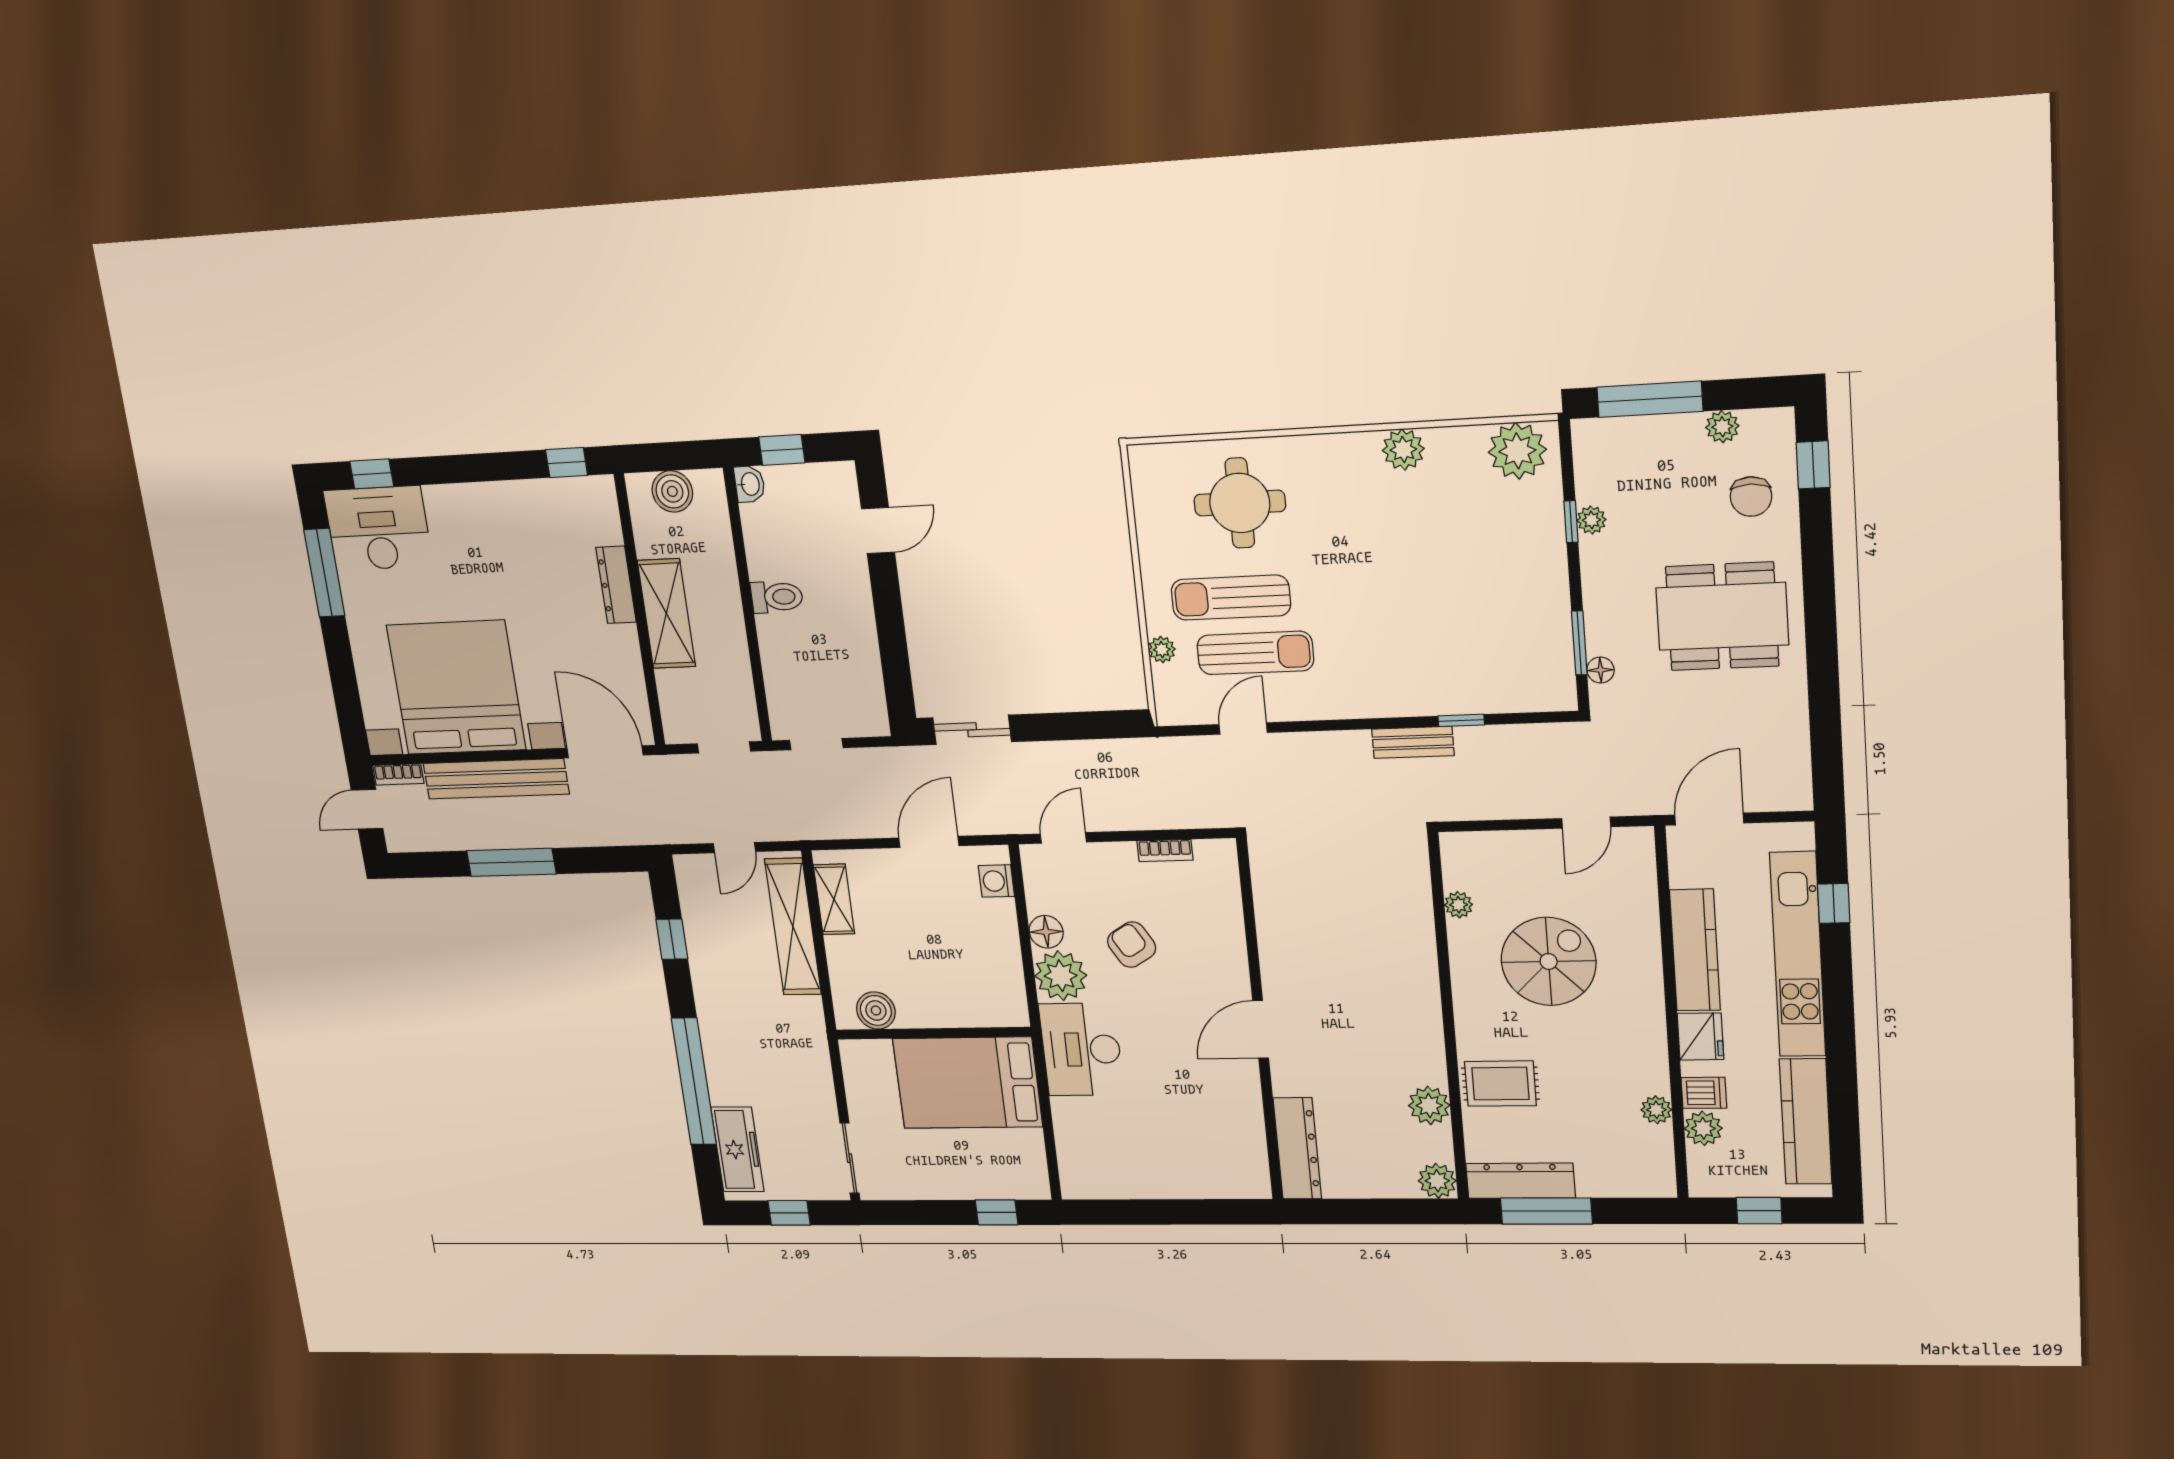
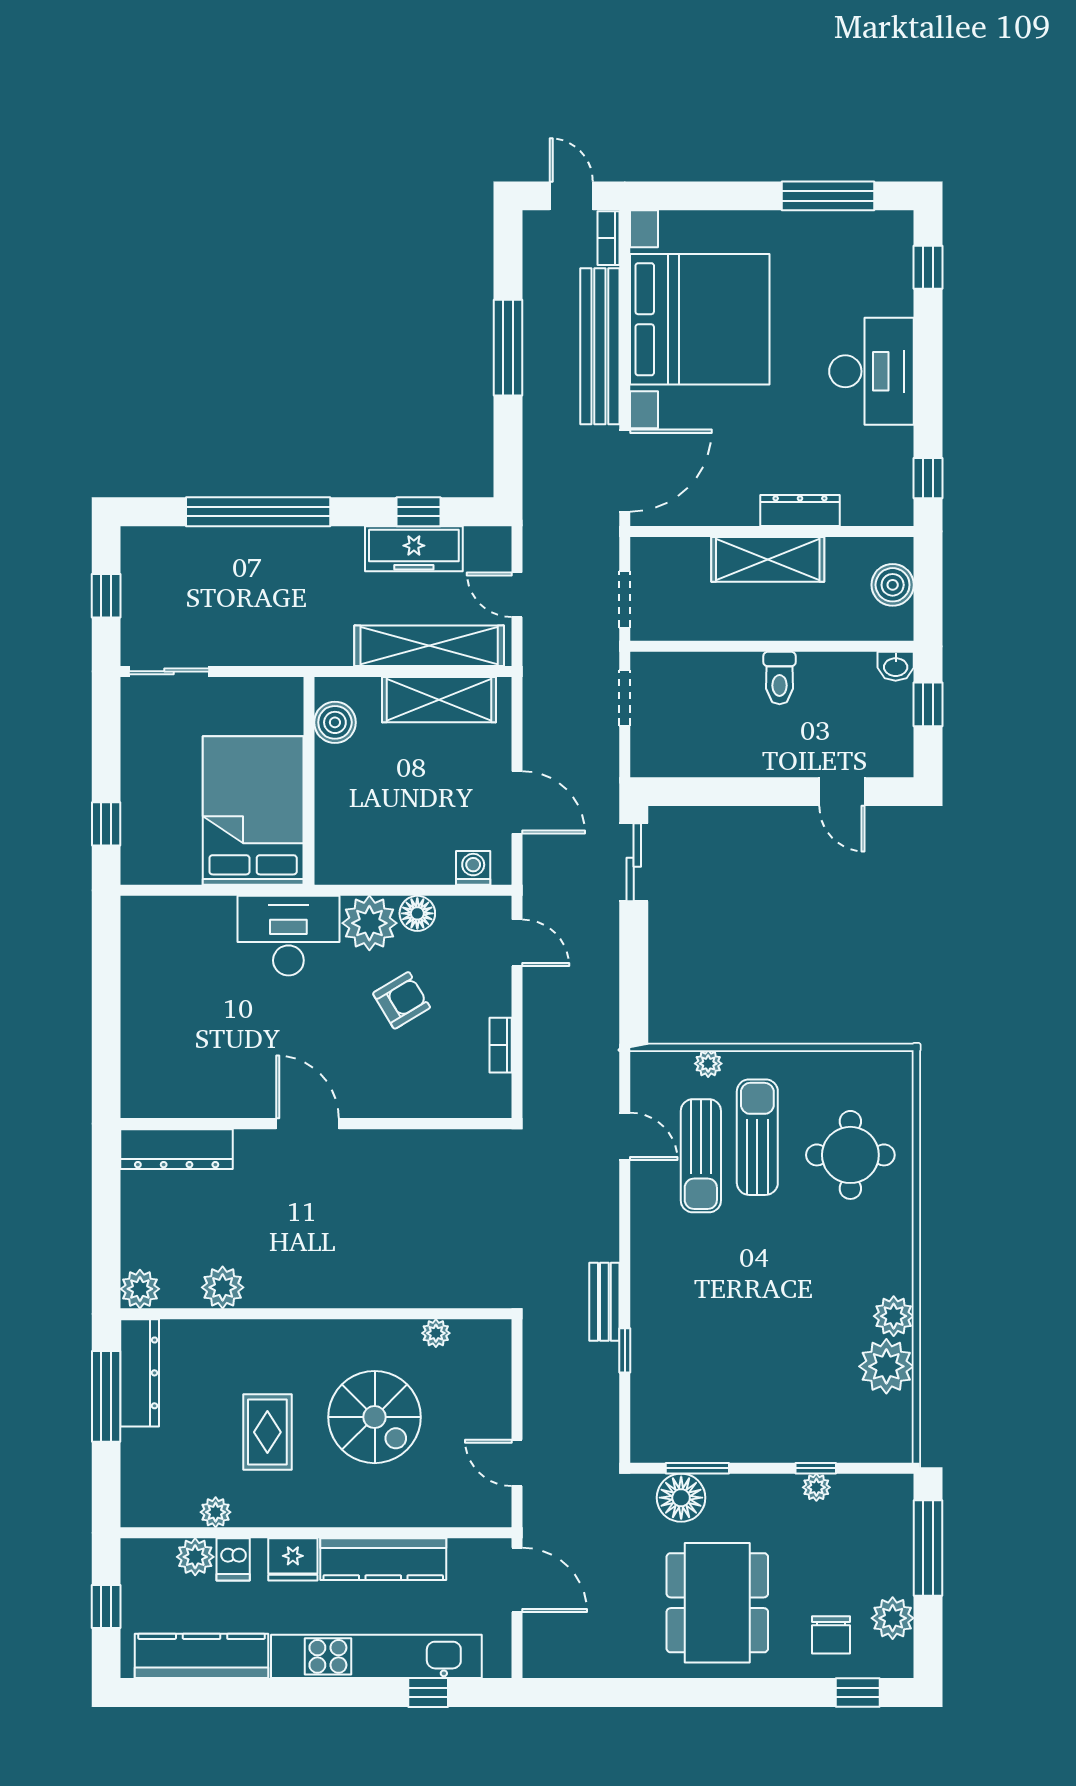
plant: (1722, 427) -> (893, 1618), width x1.38, depth x1.38
plant: (1517, 451) -> (886, 1366), moved
chair: (1751, 497) -> (831, 1635), turned -90
desk: (378, 528) -> (871, 371), moved
floor lamp: (1601, 670) -> (681, 1498), width x1.89, depth x1.89
shelving: (834, 899) -> (439, 700), width x1.50, depth x1.33
rug: (1500, 1084) -> (267, 1432), moved
freezer: (737, 1149) -> (414, 549), moved

